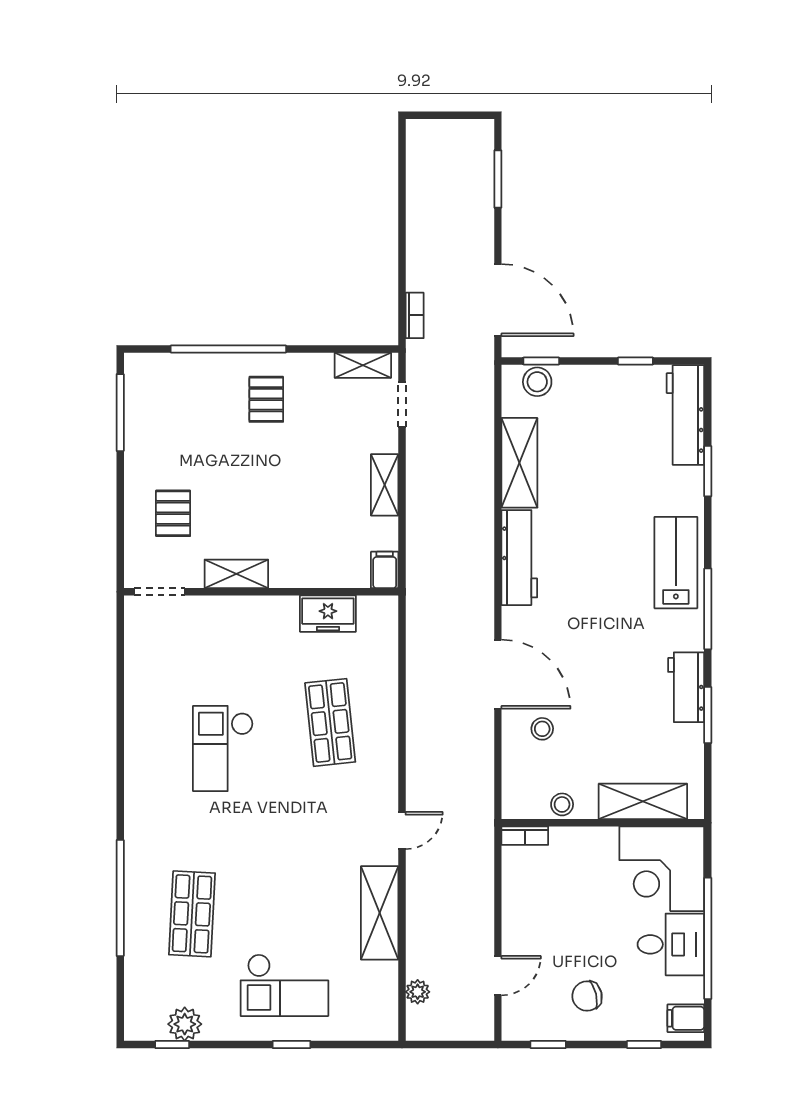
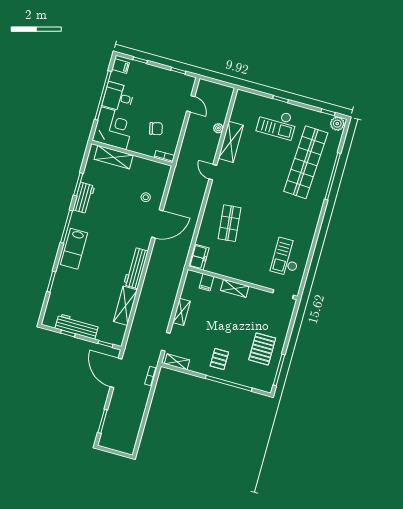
stool: (537, 382) -> (109, 336), removed
workbench: (685, 415) -> (77, 326), moved, turned -90
pallet: (173, 513) -> (262, 349), moved, width x1.50, depth x1.42
filing cabinet: (385, 570) -> (206, 282), moved
shelving: (236, 574) -> (235, 288), moved
freezer: (328, 614) -> (199, 257), moved, turned 90
door: (498, 674) -> (157, 224), swing flipped
checkout: (223, 748) -> (286, 257), moved, turned 180
stool: (562, 804) -> (146, 165), removed
door: (402, 831) -> (213, 172), hinge flipped
shop shelf: (192, 914) -> (306, 162), width x2.00, depth x1.36
door: (498, 976) -> (191, 104), swing flipped
checkout: (284, 985) -> (277, 124), turned 180
plant: (418, 992) -> (218, 128), moved
chair: (587, 996) -> (156, 129), moved
plant: (185, 1024) -> (337, 124), moved

